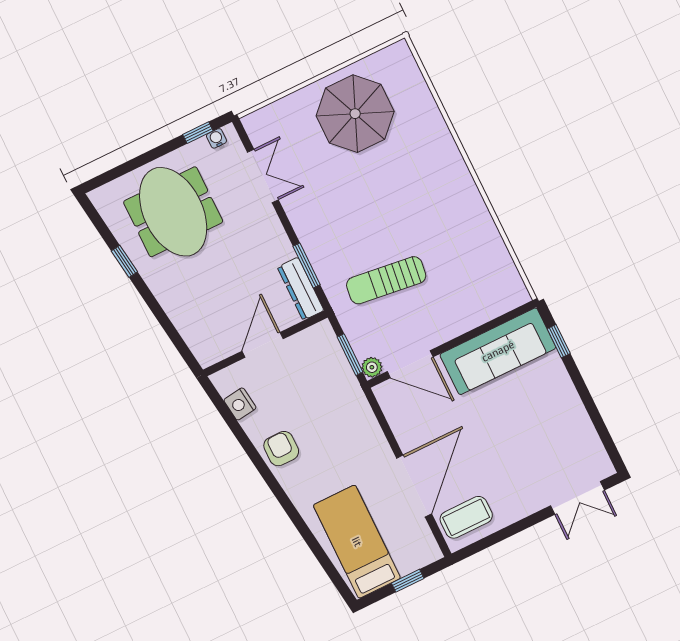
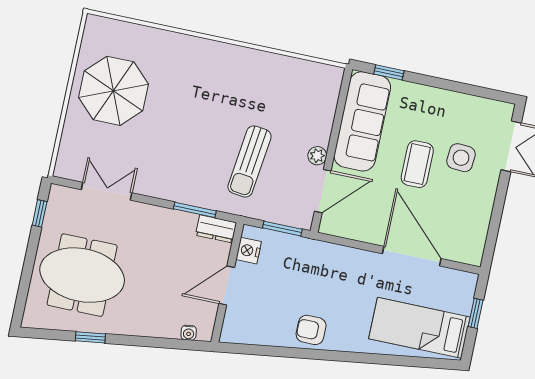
water cooler: (216, 138) -> (189, 333), moved, turned -98
dresser: (301, 289) -> (216, 229), width x0.70
door: (263, 345) -> (227, 286), hinge flipped
plant: (372, 367) -> (317, 156), moved
nightstand: (240, 404) -> (249, 251), moved, turned 98
side table: (533, 462) -> (461, 158), added
coffee table: (466, 517) -> (417, 164), moved

